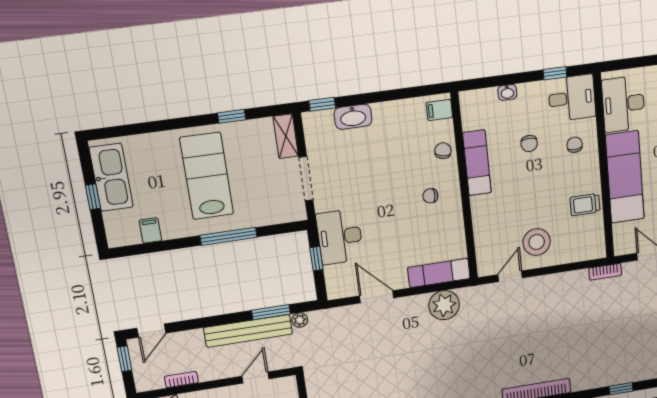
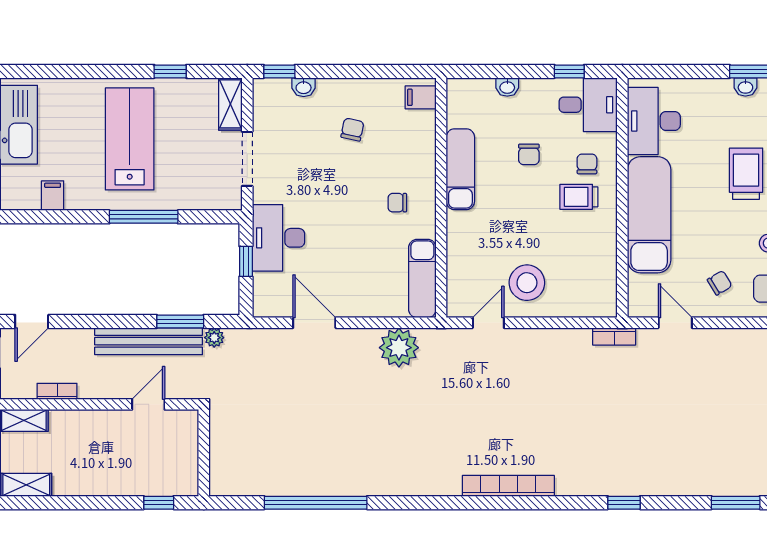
washbasin: (353, 117) -> (304, 87), width x0.52, depth x0.69
chair: (443, 151) -> (352, 130), moved
trolley: (585, 205) -> (579, 197), moved
exam couch: (439, 273) -> (422, 279), moved, turned -90

